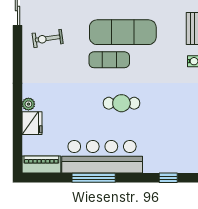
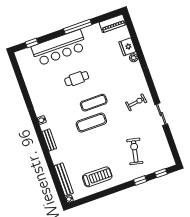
exercise mat: (123, 32) -> (91, 123), width x0.73, depth x0.69
bar counter: (102, 157) -> (59, 48), moved

